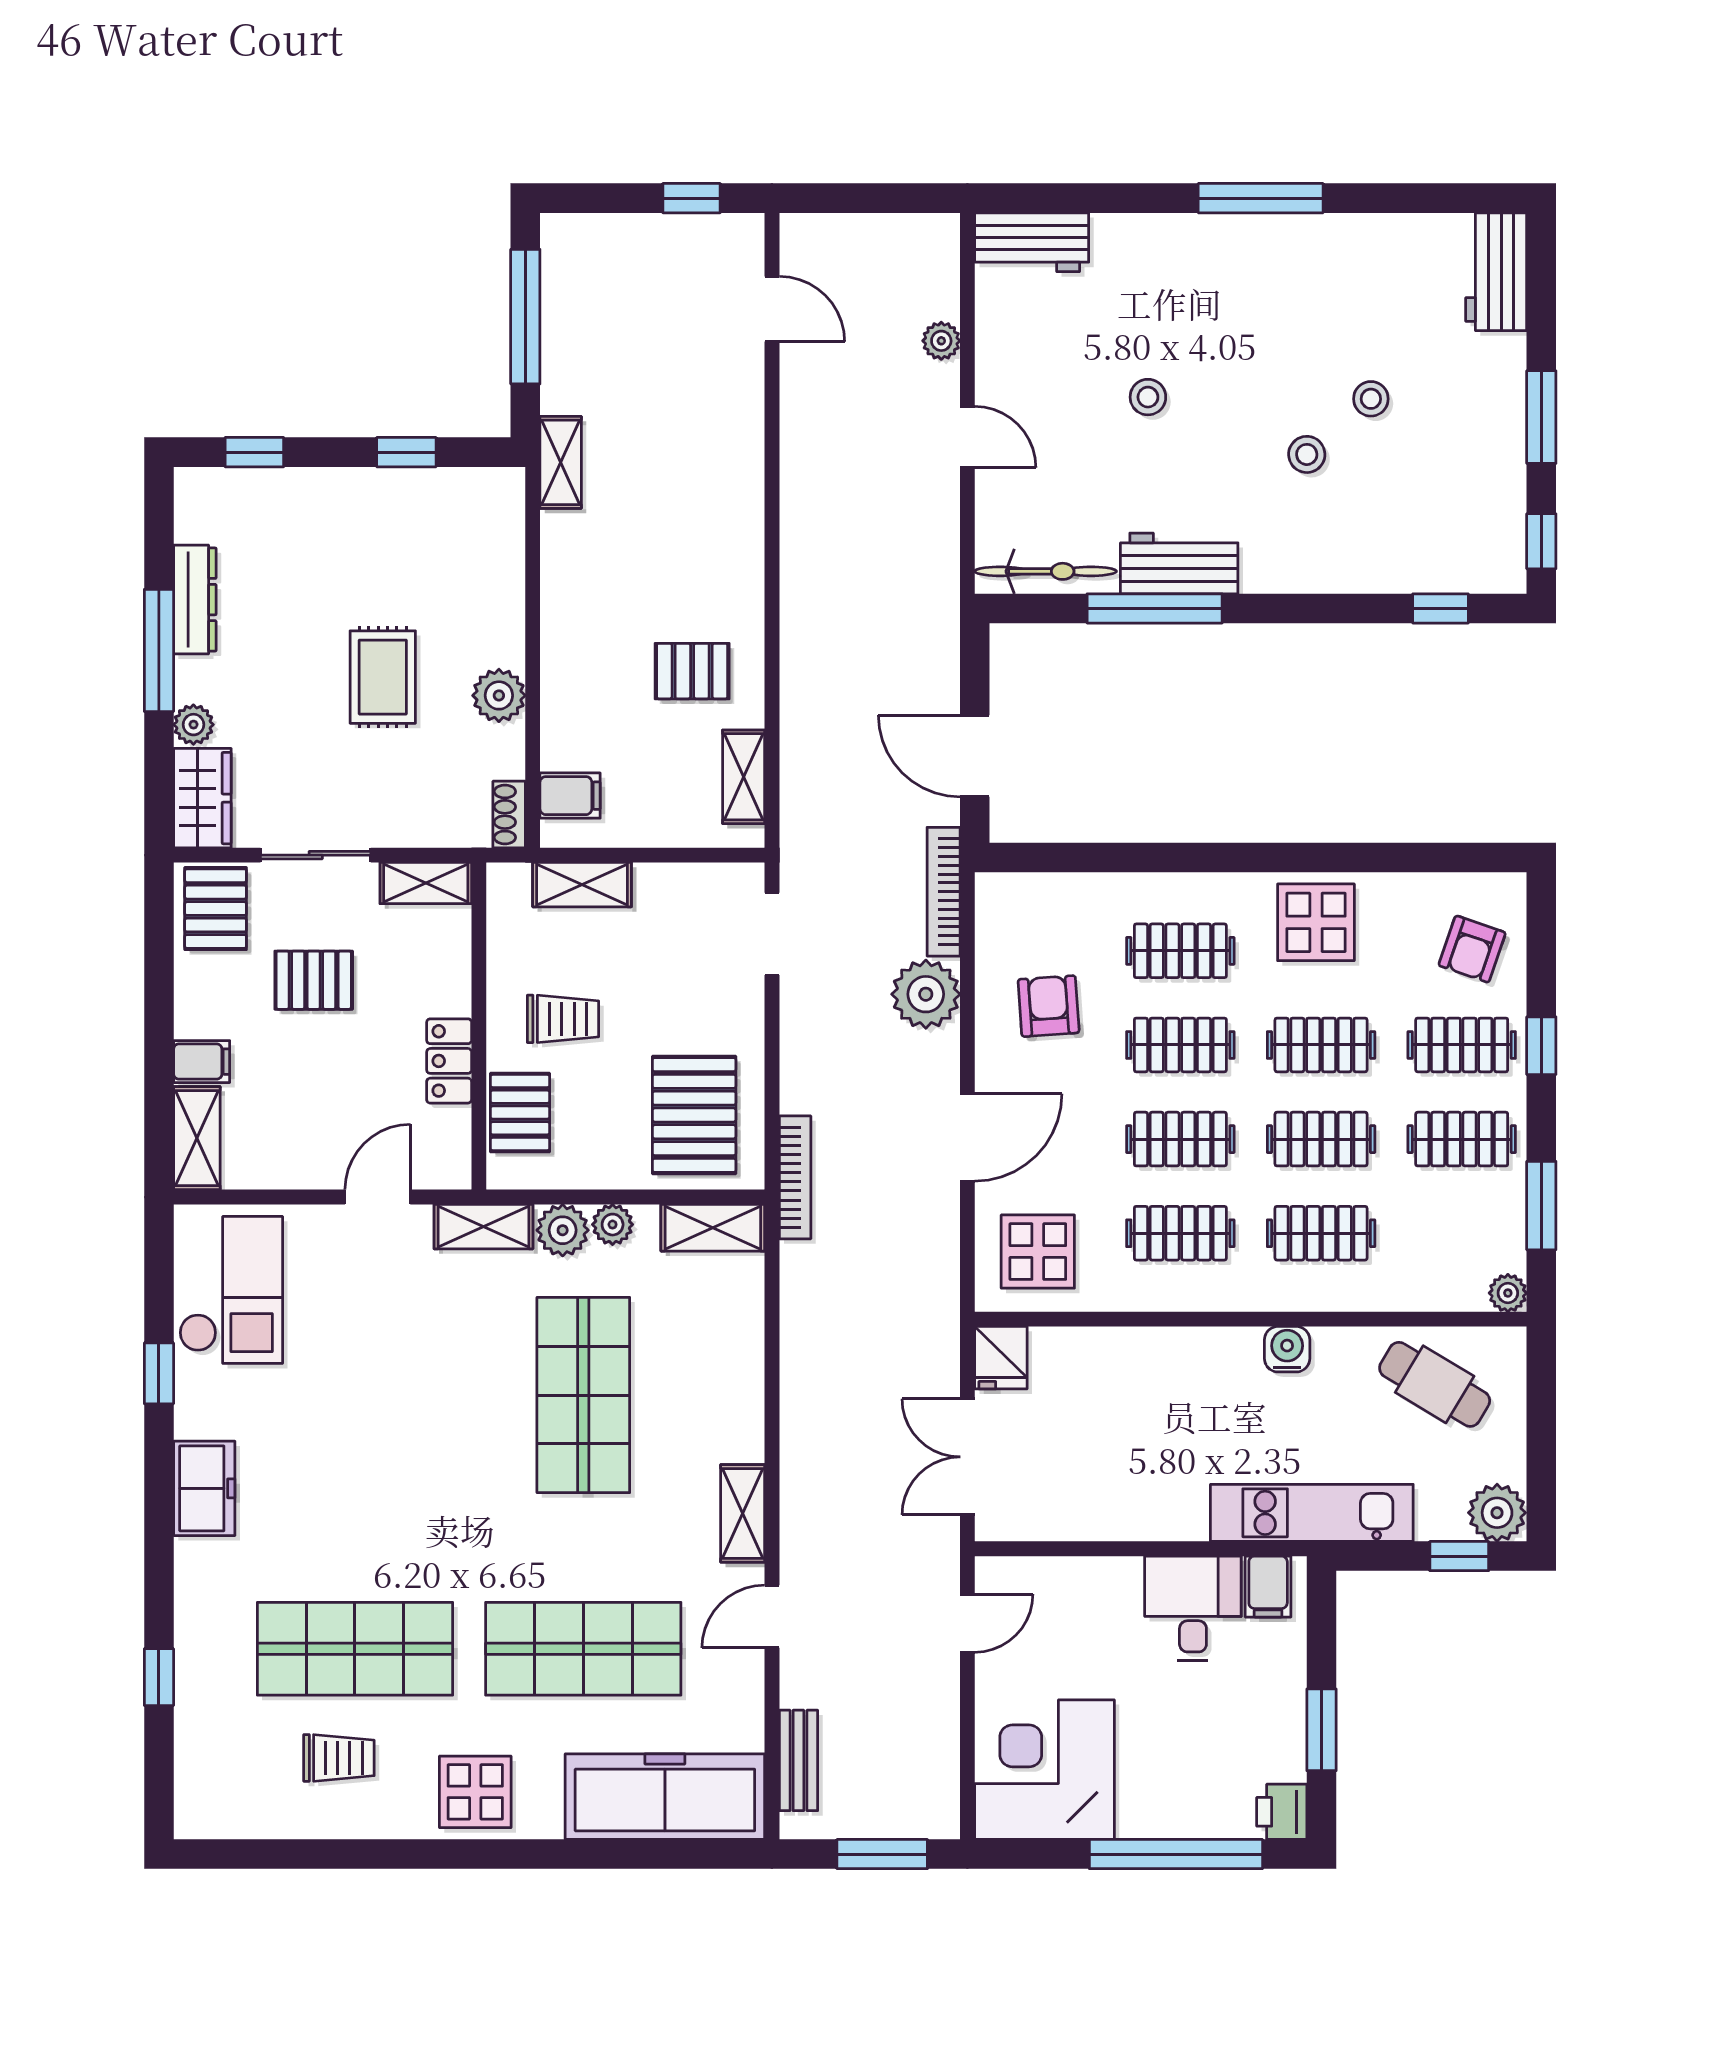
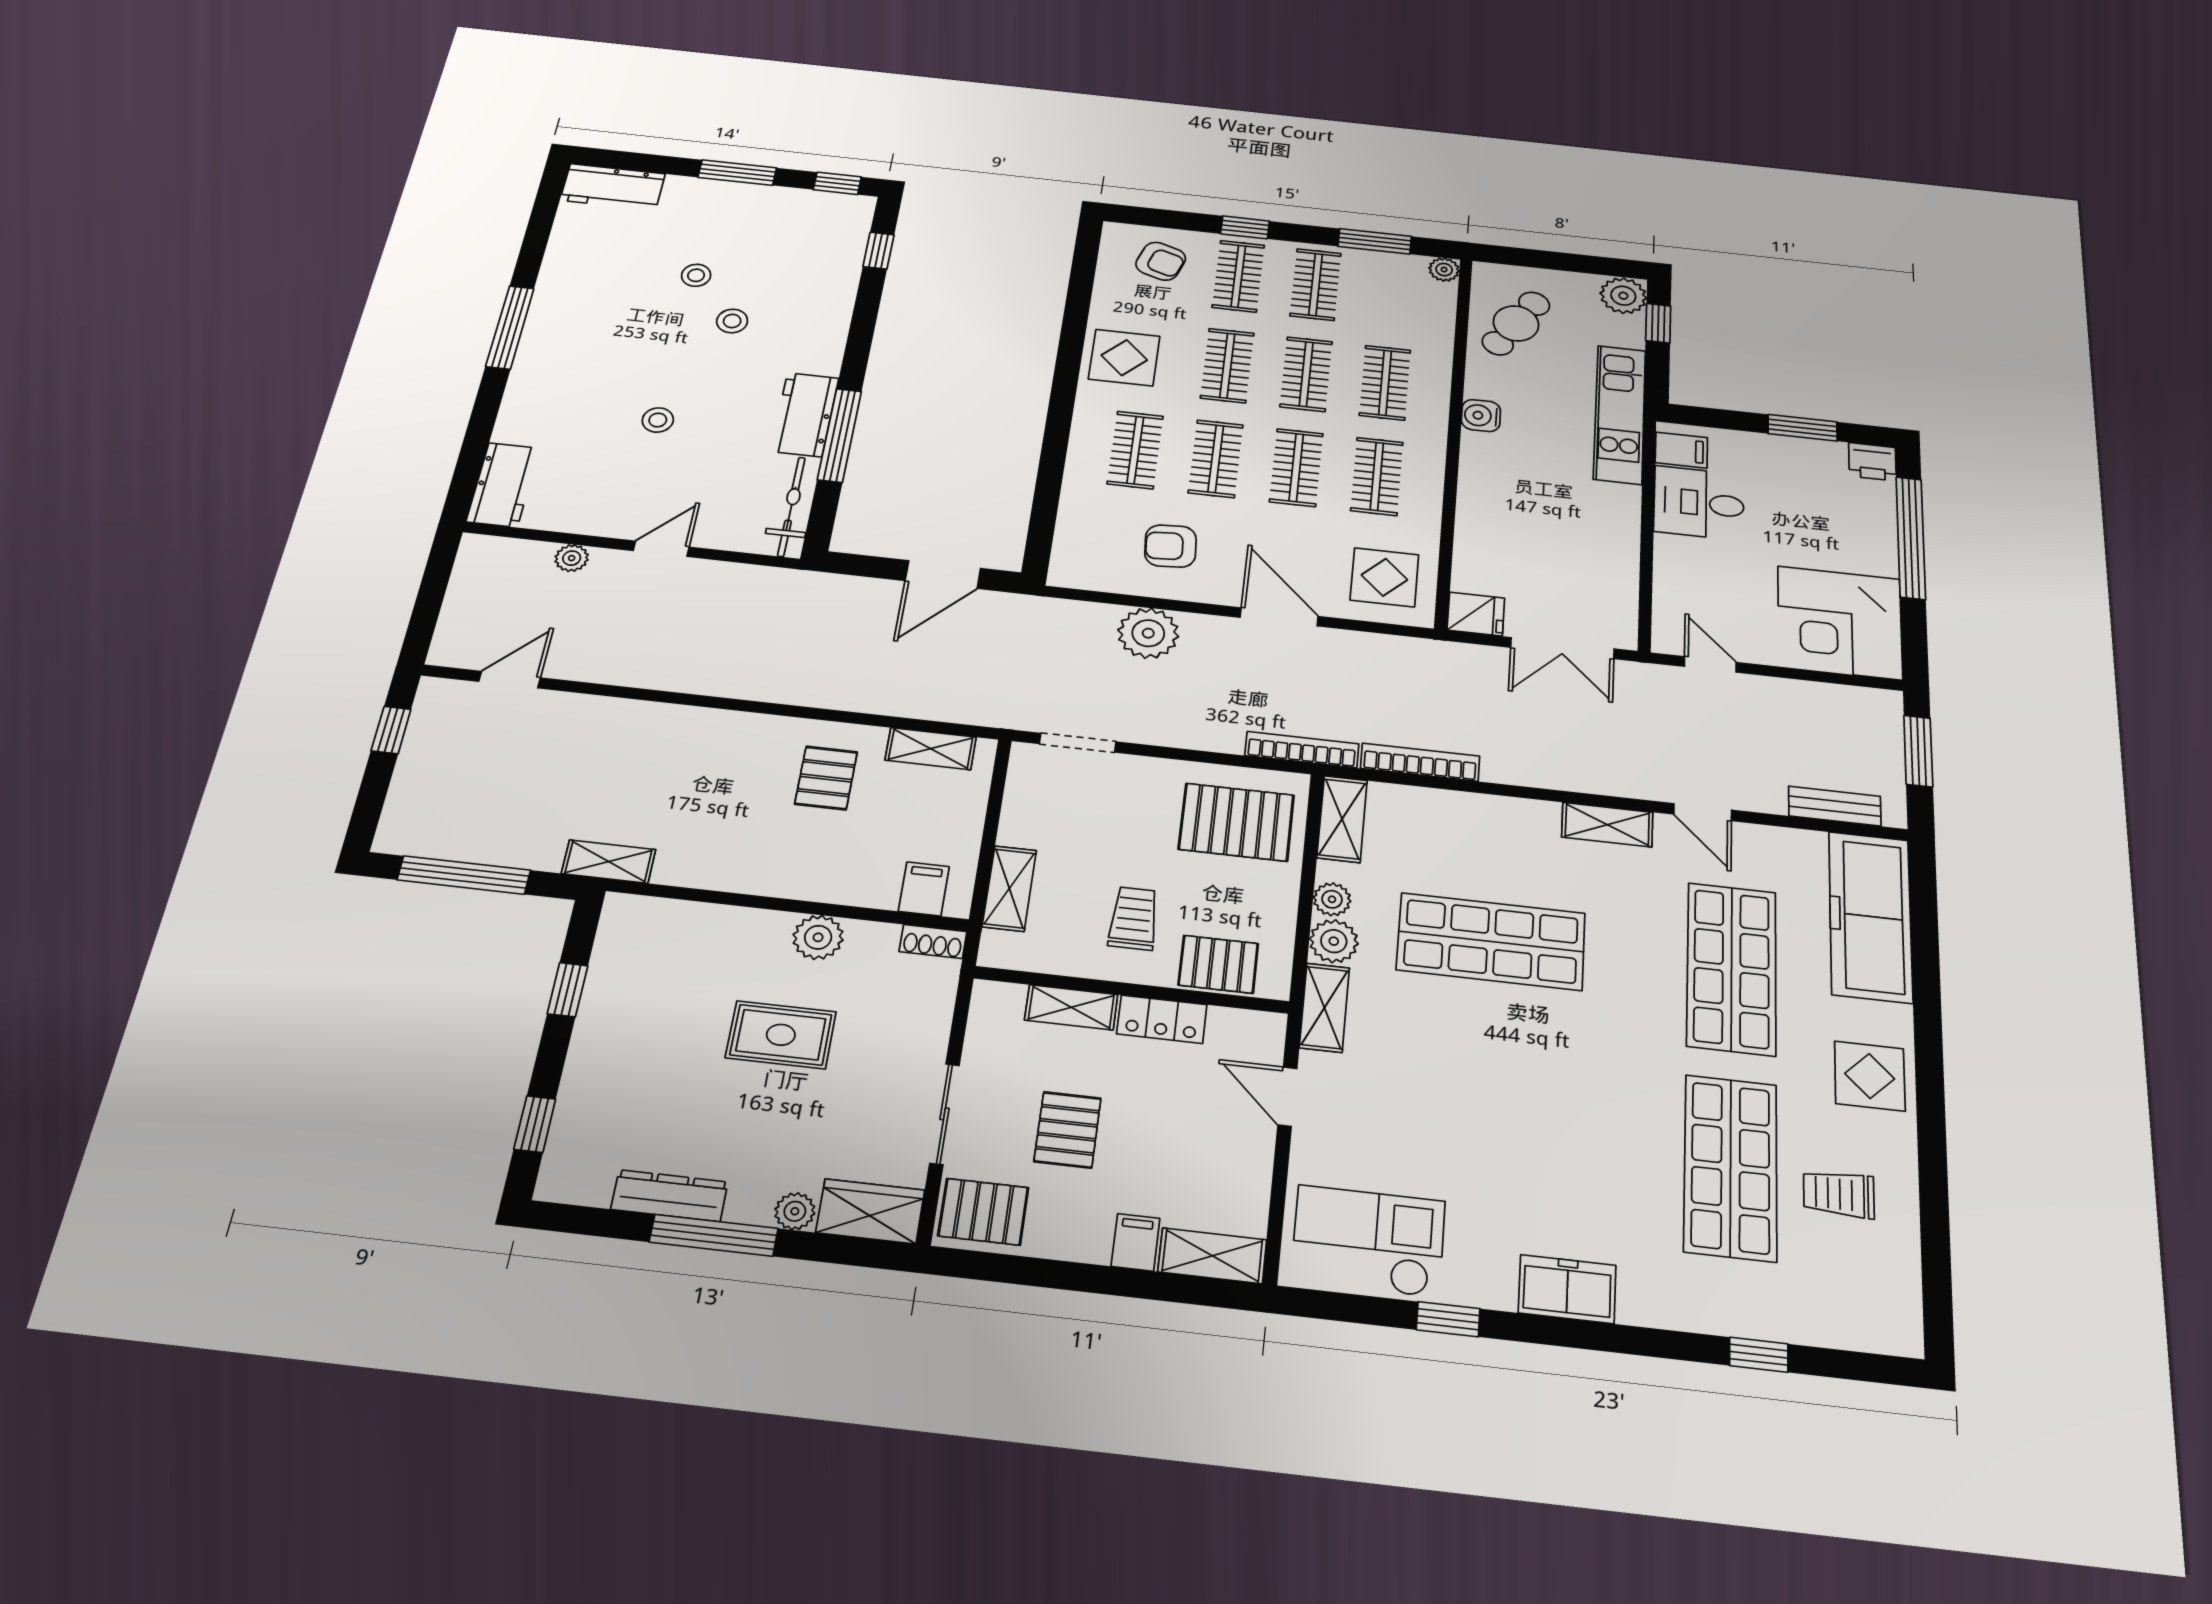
shelving: (426, 883) -> (1071, 1007), moved, turned 90
bookcase: (944, 892) -> (1420, 762), moved, turned 180
trolley: (339, 1758) -> (1839, 1194), turned -90

